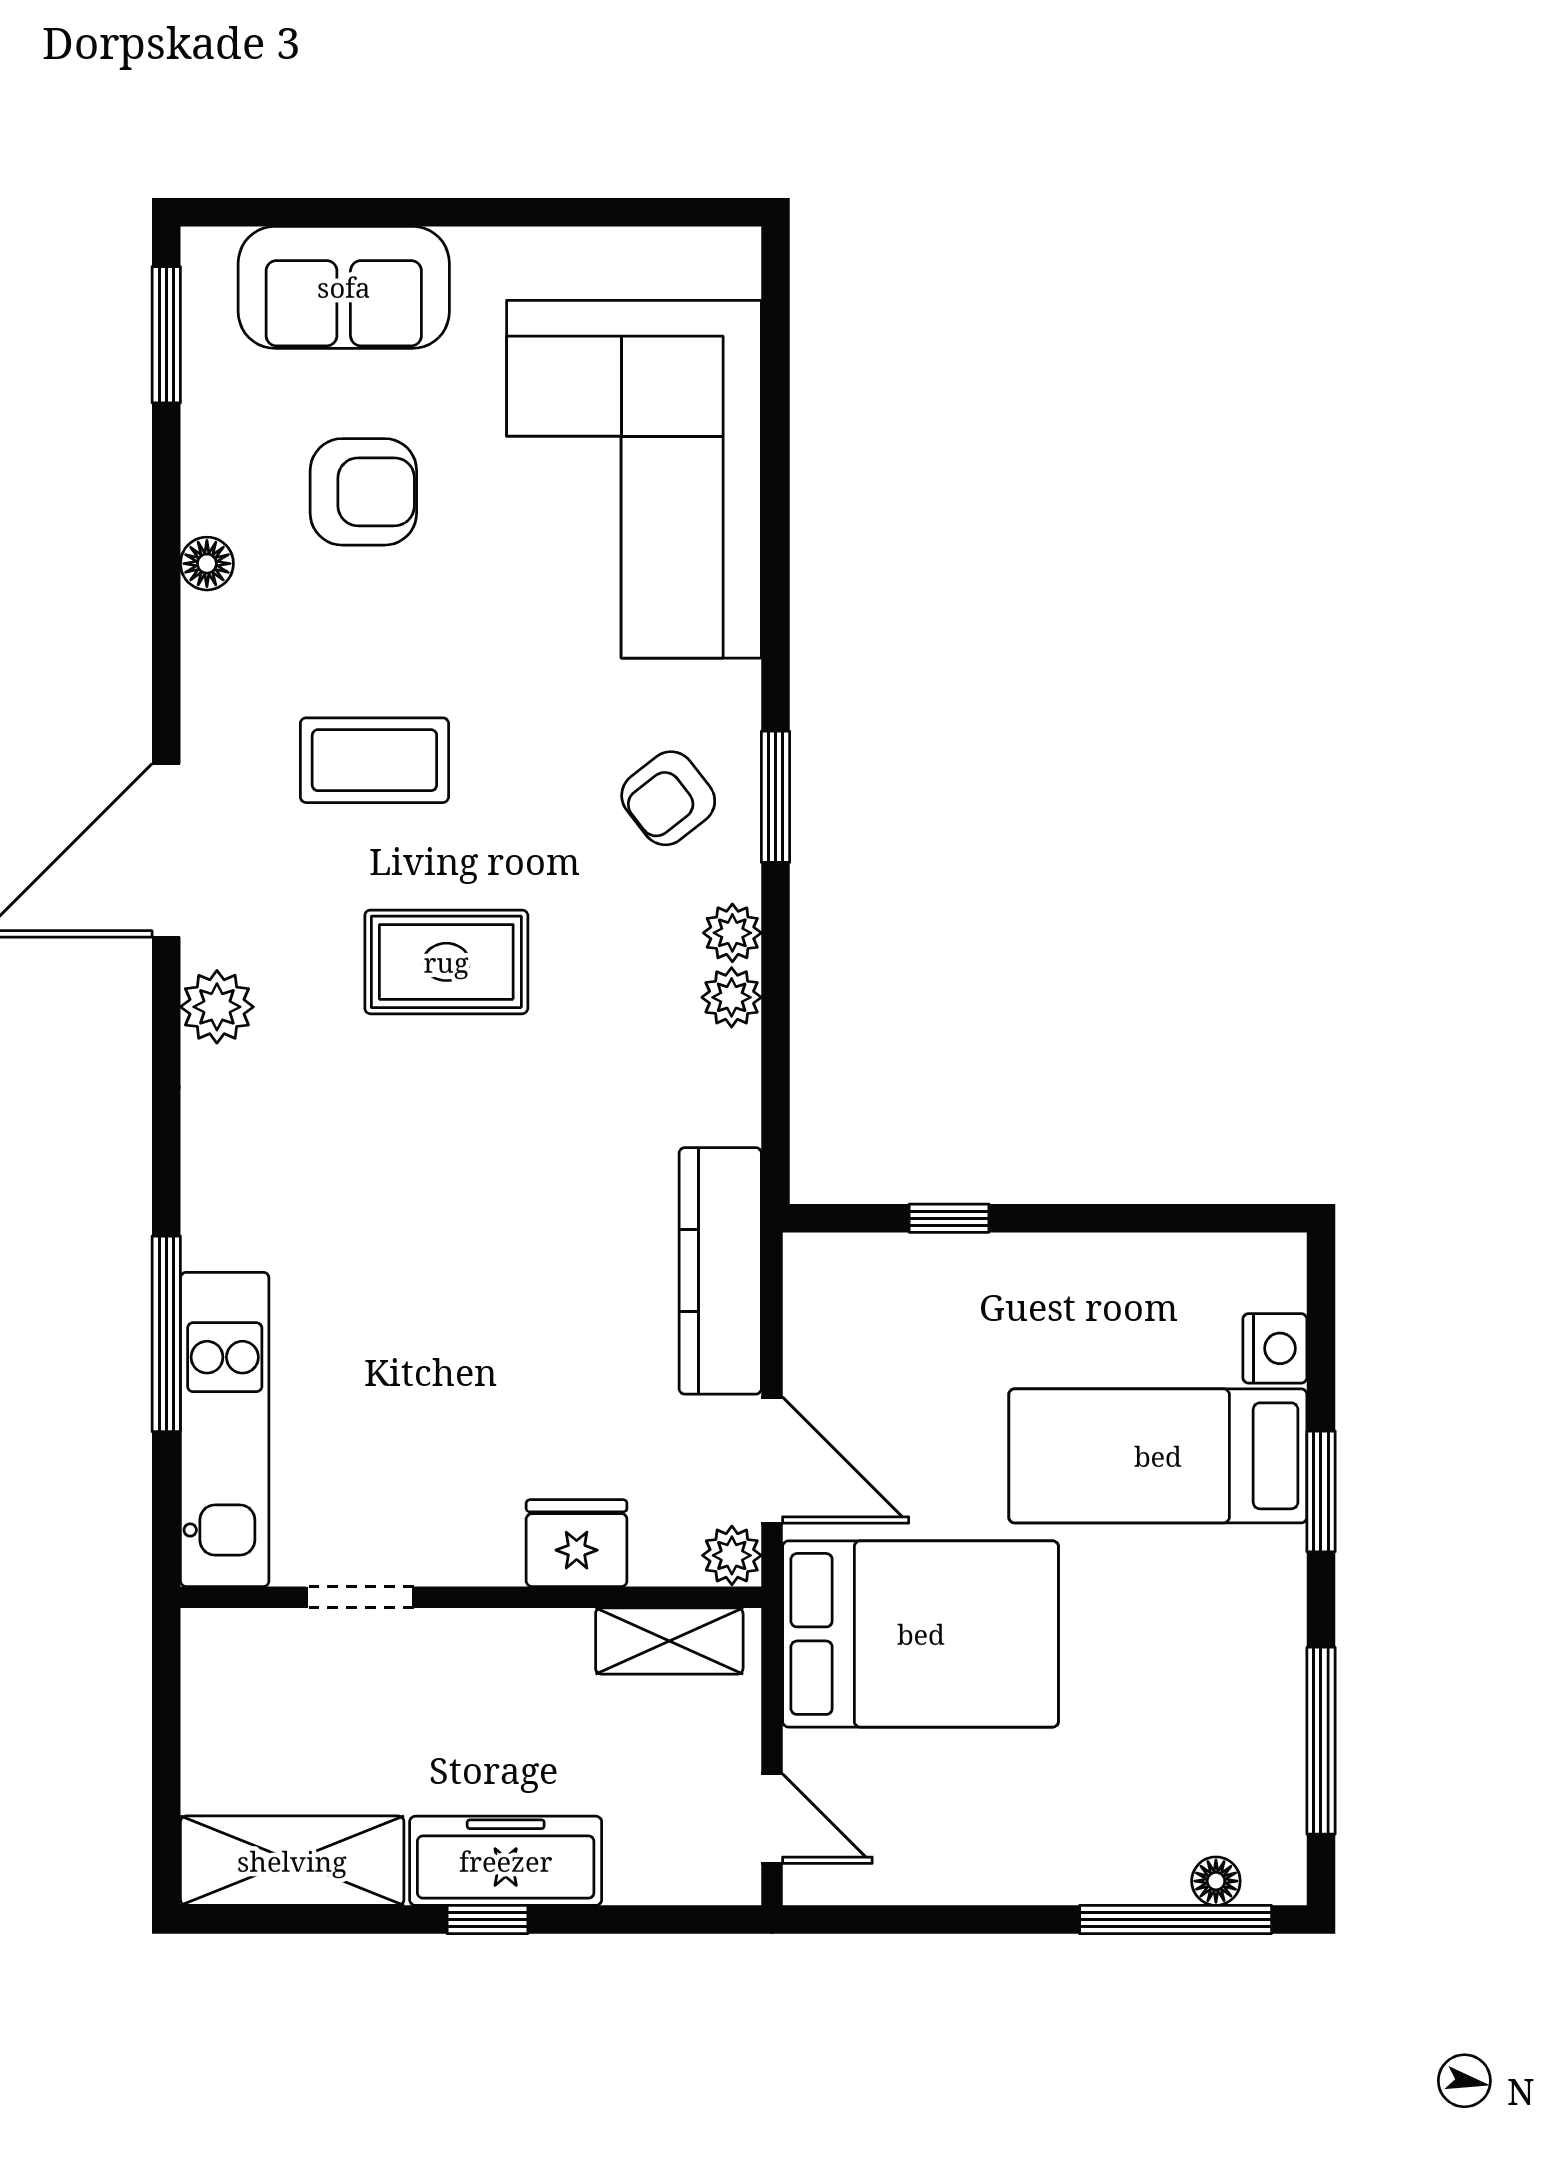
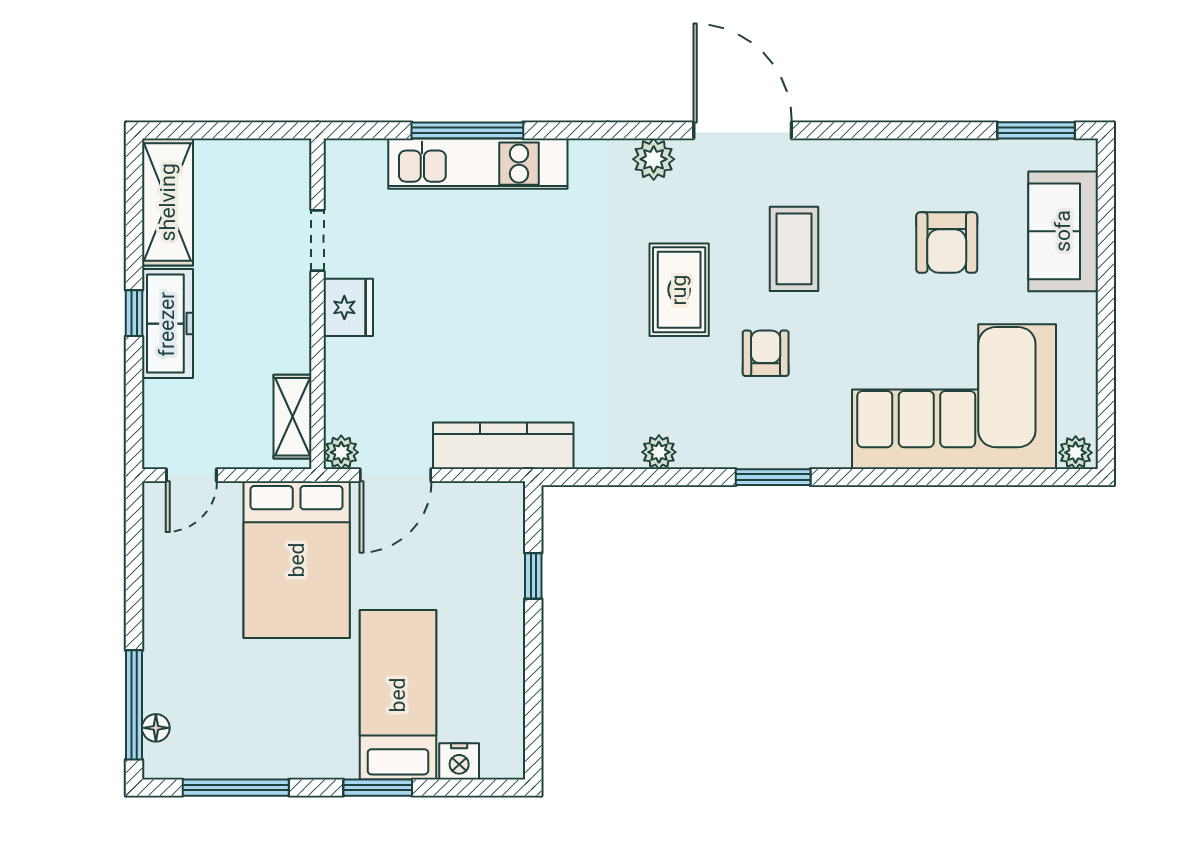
floor lamp: (207, 564) -> (906, 153), removed
armchair: (668, 798) -> (766, 353), moved, turned 38
plant: (732, 933) -> (1076, 453), moved
kitchen unit: (225, 1429) -> (478, 164), moved
fridge: (577, 1543) -> (348, 307), moved

